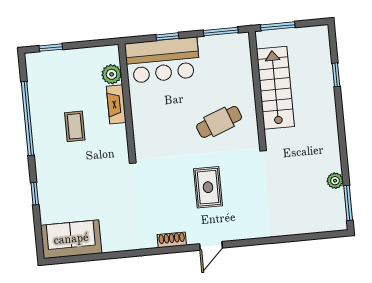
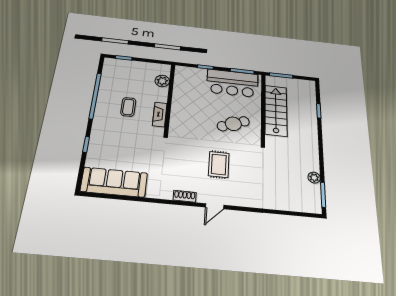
bar counter: (162, 60) -> (232, 83), moved
fireplace: (116, 104) -> (160, 114), moved
sofa: (71, 239) -> (114, 182), width x1.36

